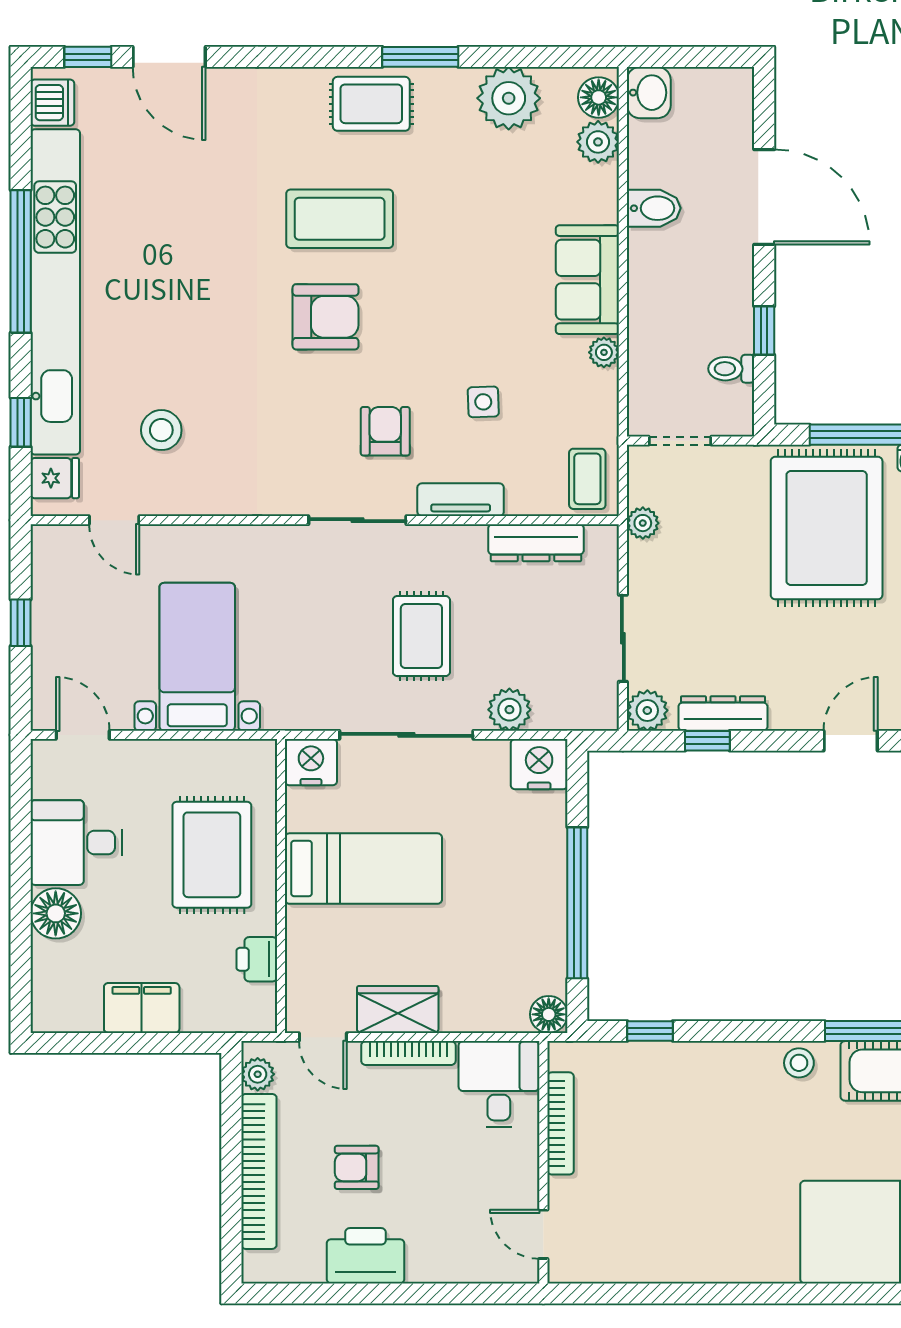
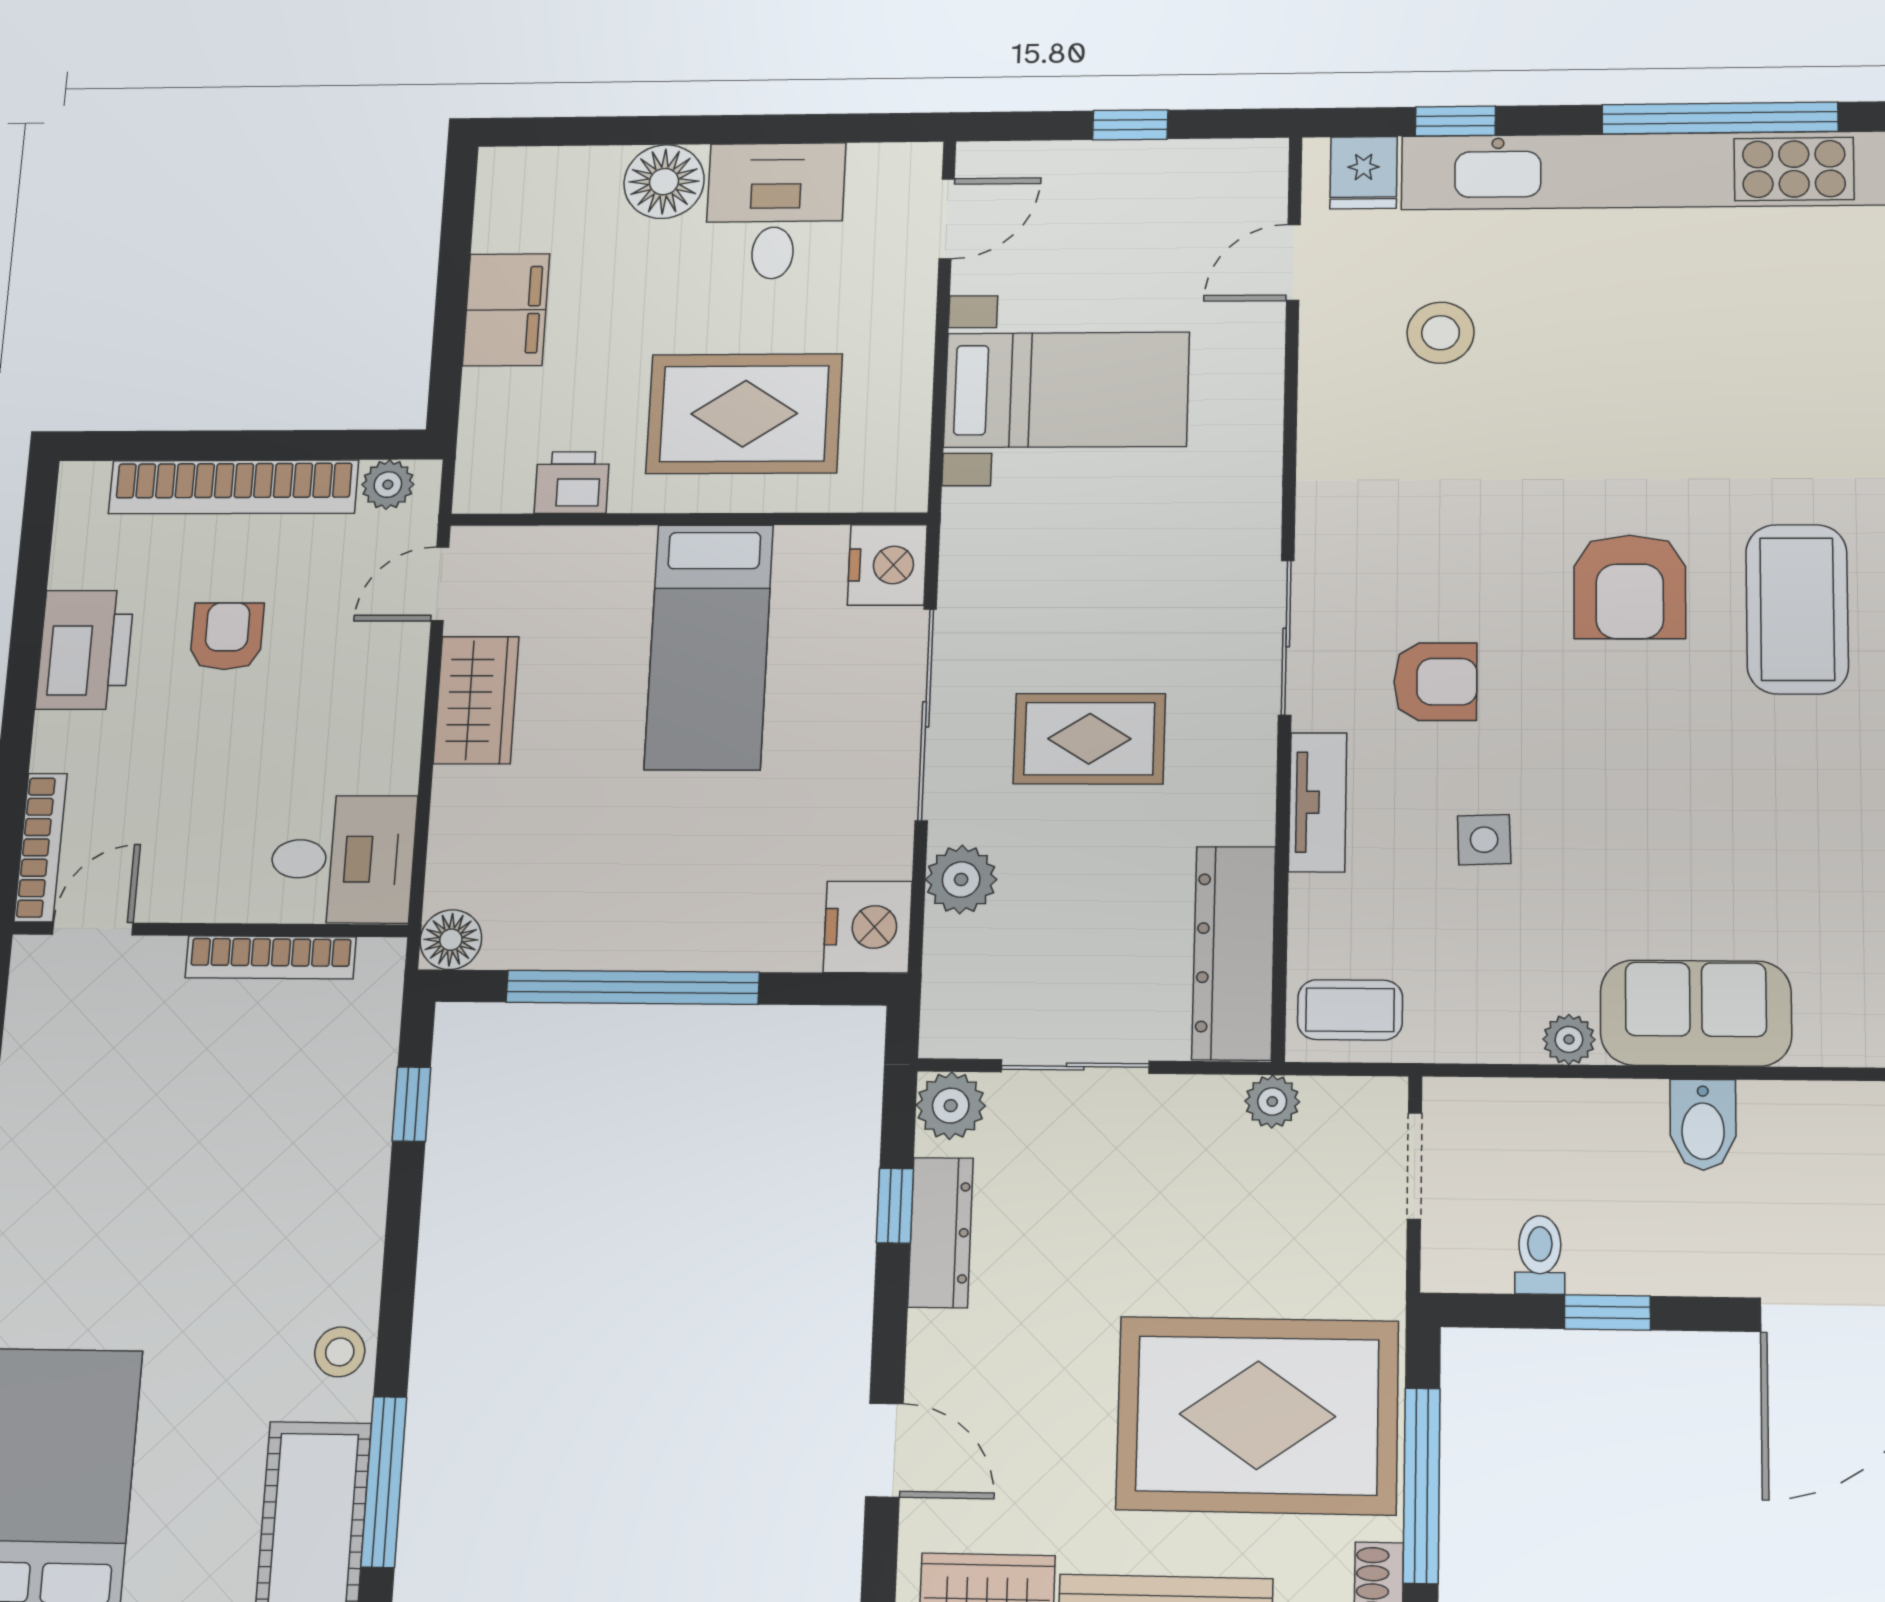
bidet: (654, 208) -> (1703, 1125), moved
dresser: (536, 543) -> (1234, 953), width x1.37, depth x1.24
bookcase: (408, 1053) -> (41, 847), moved, turned 180

